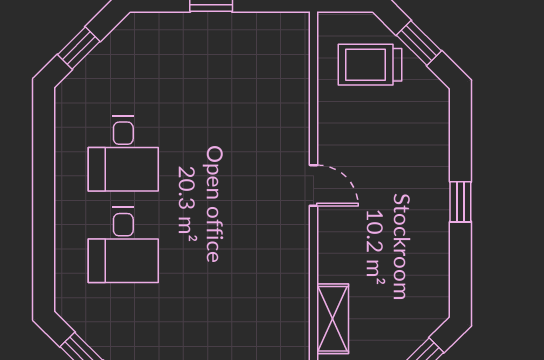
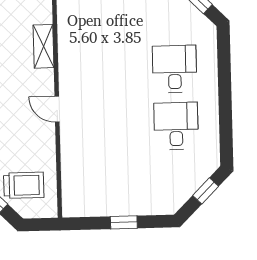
shelving: (333, 319) -> (43, 46), moved

